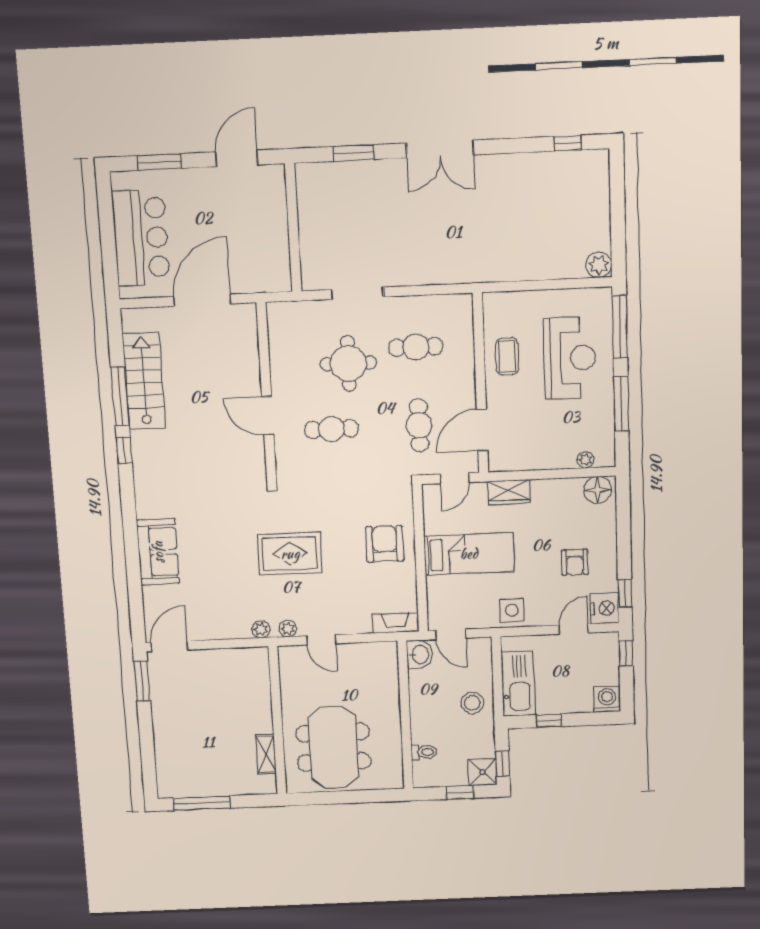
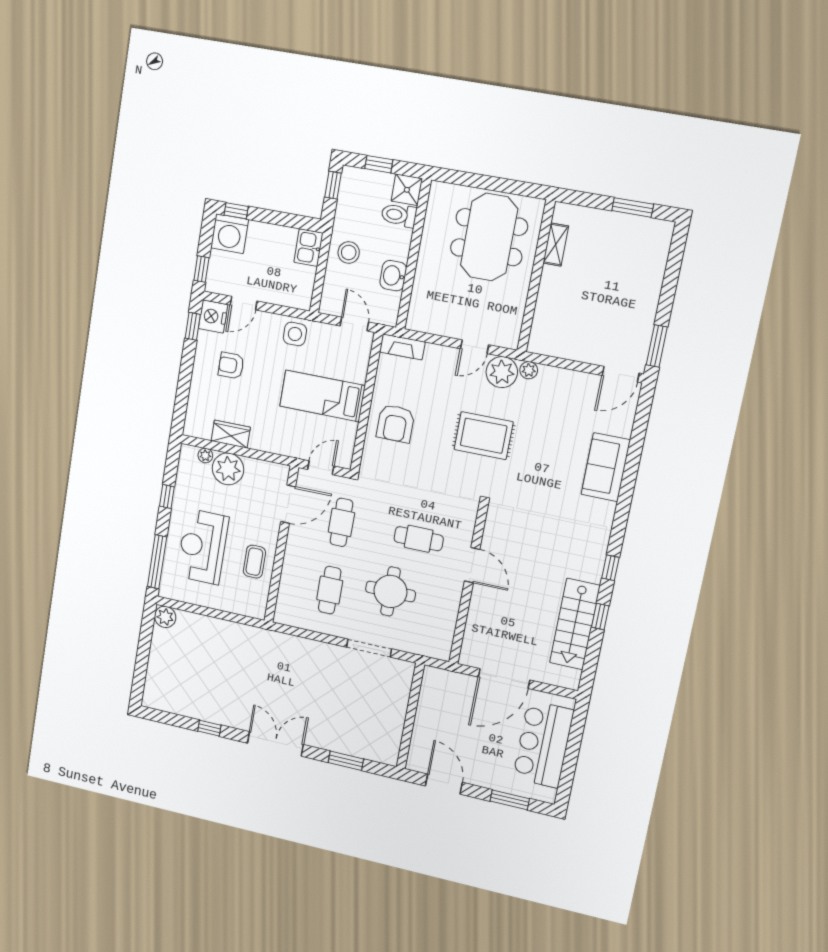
window: (568, 143) -> (209, 728), moved
door: (237, 158) -> (444, 784), swing flipped
cafe table: (416, 347) -> (330, 590), turned 90
window: (120, 396) -> (600, 617), width x0.46
window: (621, 404) -> (167, 497), width x0.46
plant: (557, 452) -> (228, 469), added
floor lamp: (598, 490) -> (200, 426), removed
wardrobe: (509, 492) -> (231, 434), moved
armchair: (575, 562) -> (231, 366), turned -90
plant: (288, 629) -> (502, 372), width x1.88, depth x1.88
door: (321, 640) -> (475, 347), swing flipped
washbasin: (420, 654) -> (393, 276), moved
kitchen sink: (518, 684) -> (308, 248), width x0.53, depth x0.81
washing machine: (607, 699) -> (230, 234), width x1.37, depth x1.37
window: (549, 721) -> (236, 211), moved
toilet: (424, 752) -> (399, 215), width x1.37, depth x1.39
shower: (482, 772) -> (407, 190), moved
window: (202, 803) -> (633, 207), width x0.69

